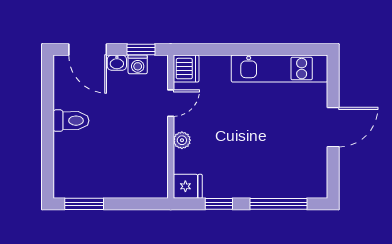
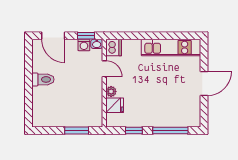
washbasin: (117, 63) -> (97, 44), moved
door: (171, 103) -> (104, 69), hinge flipped
fridge: (188, 186) -> (115, 105), moved
window: (84, 204) -> (77, 131), moved

